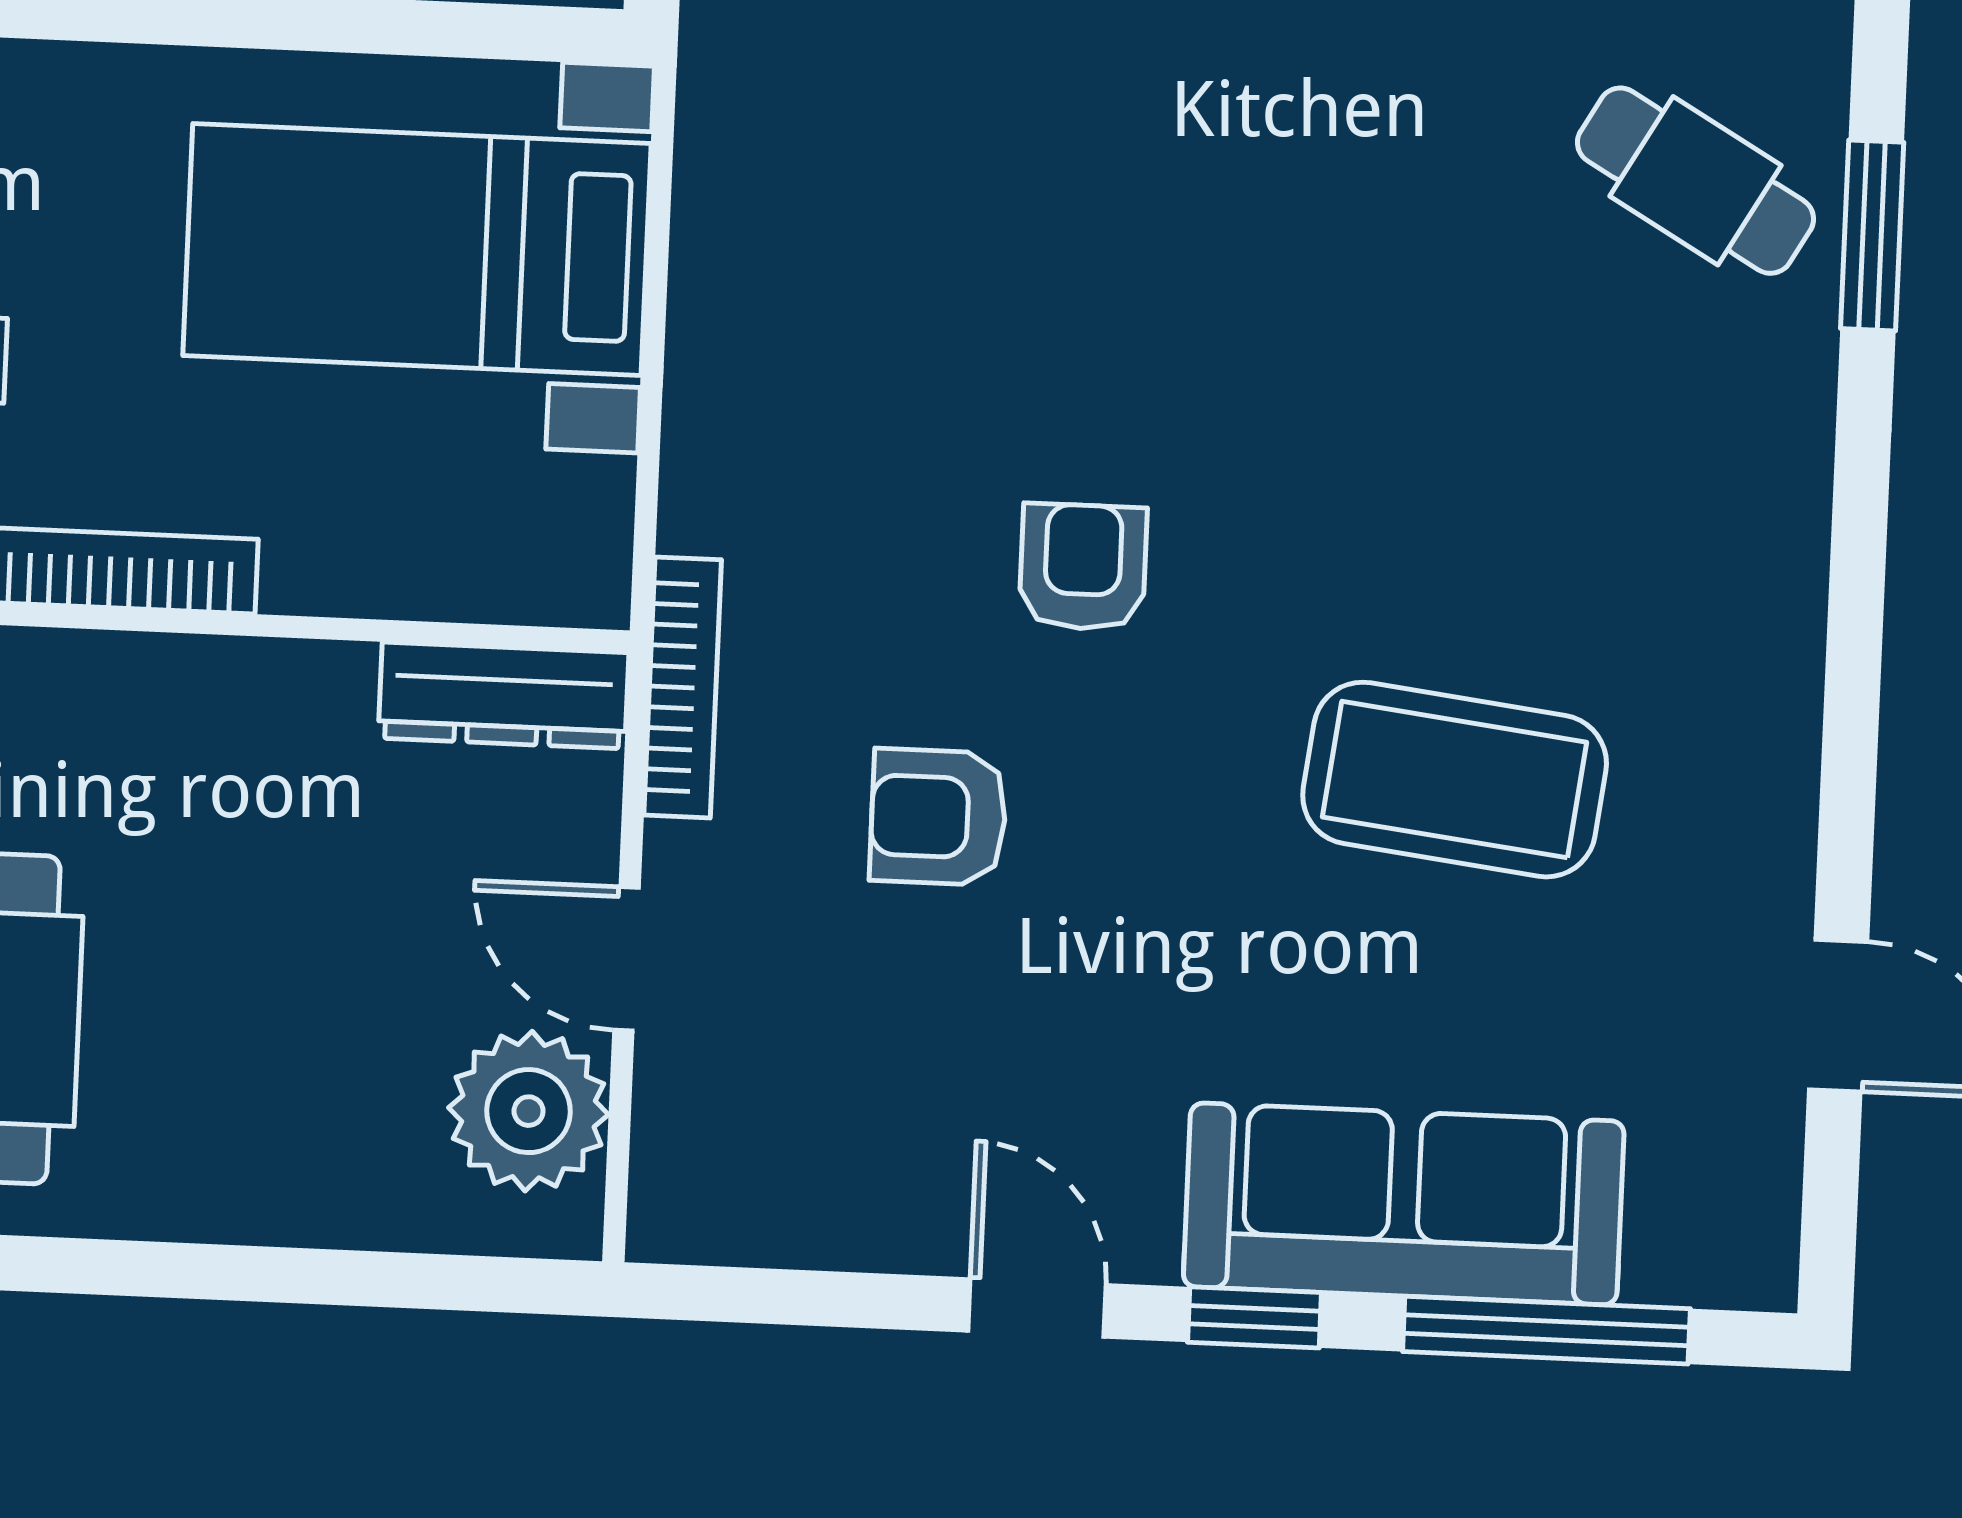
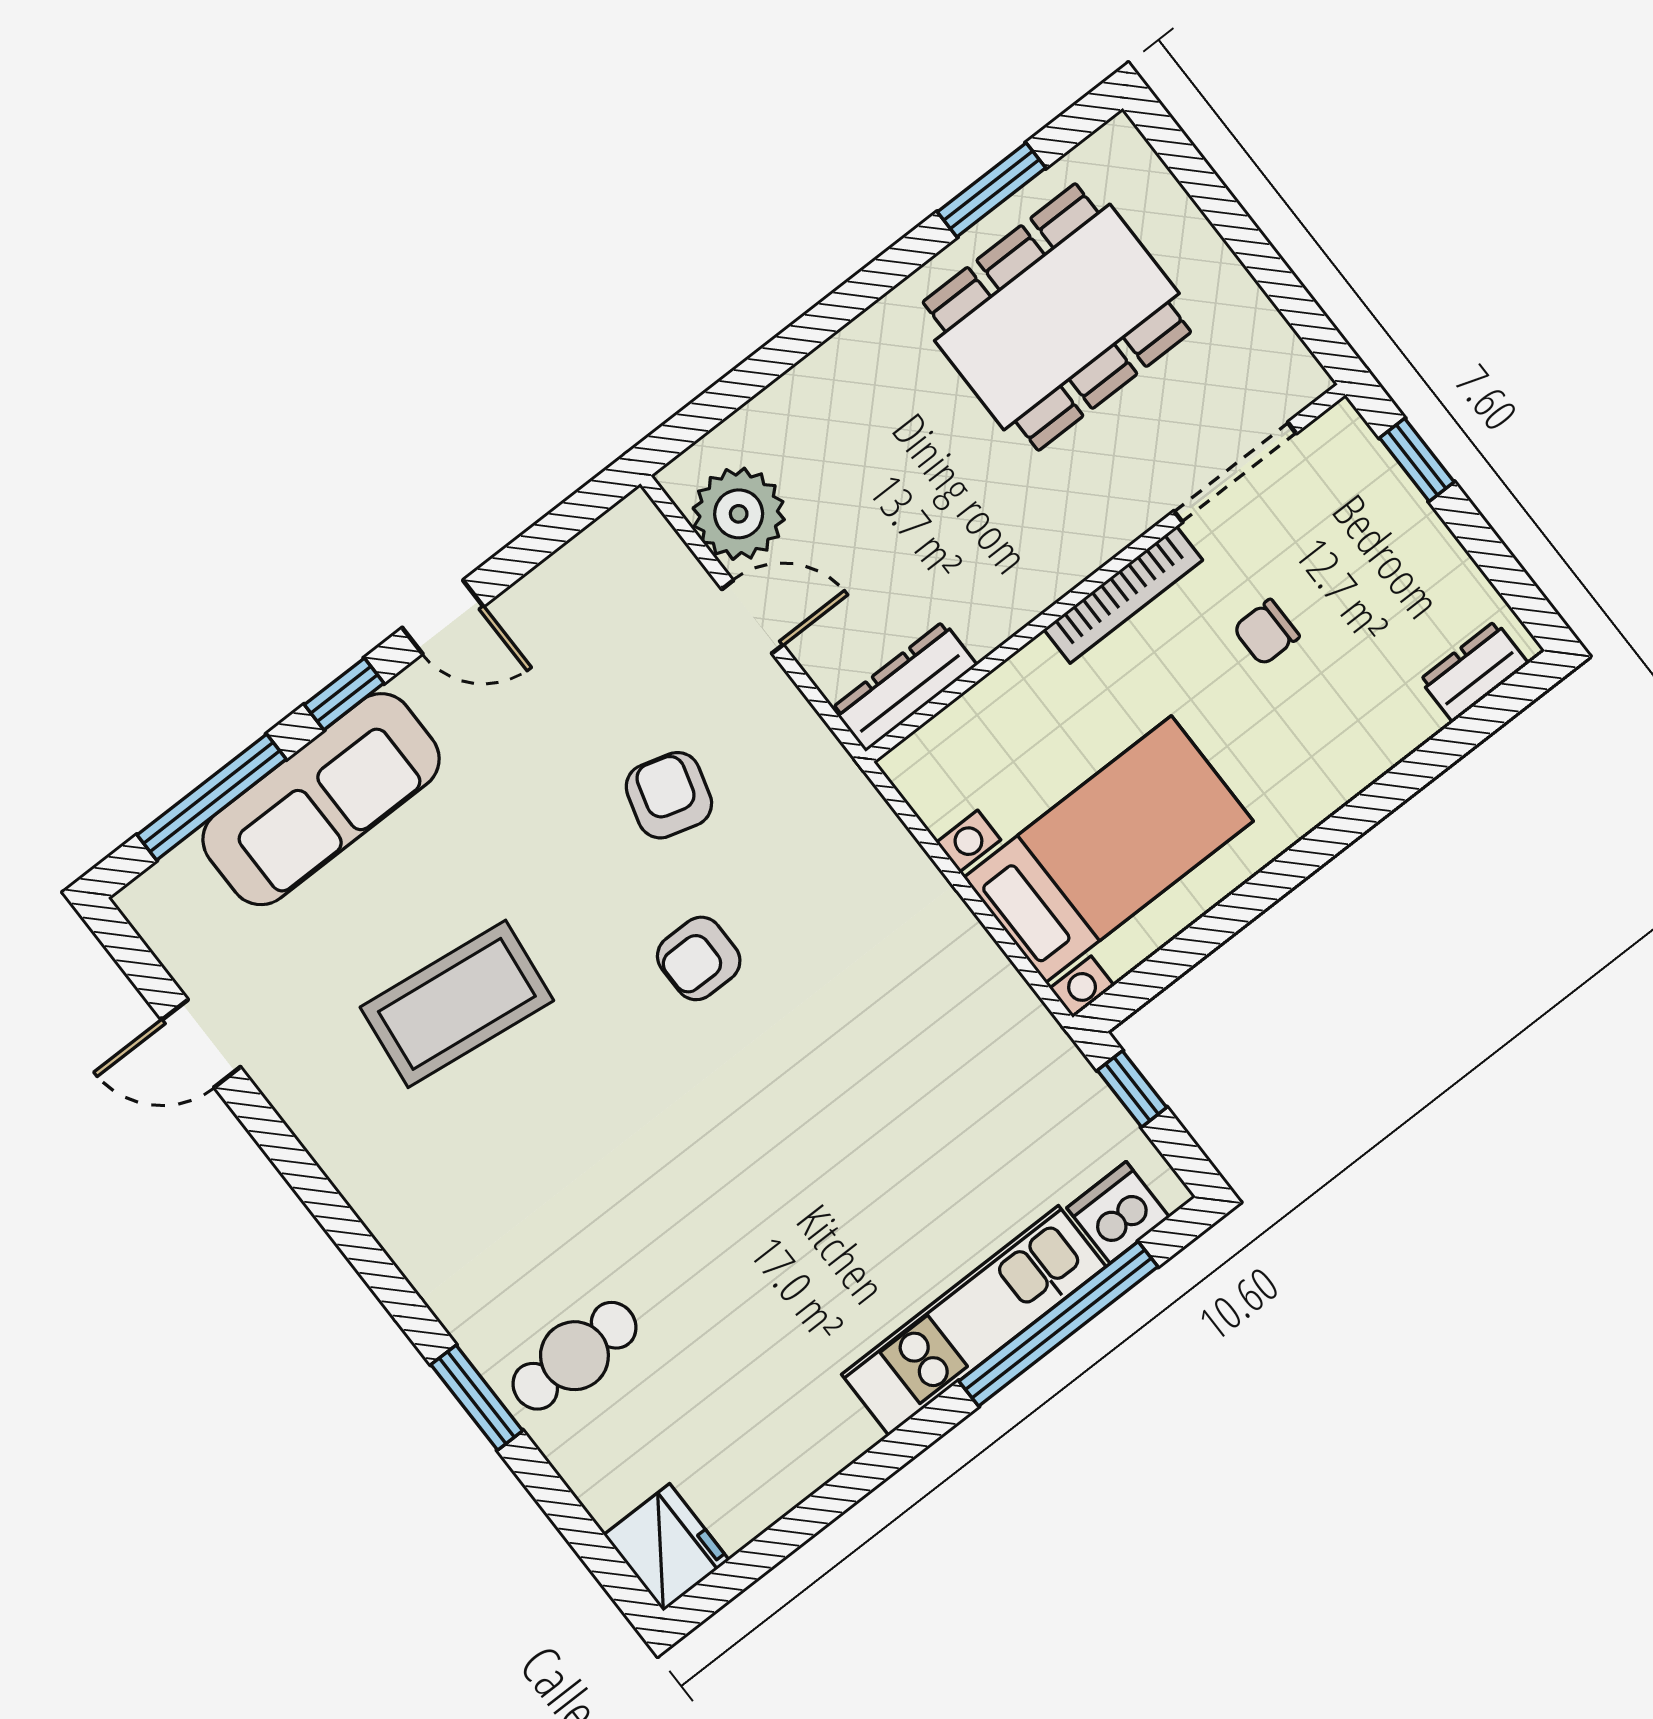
cafe table: (1695, 181) -> (574, 1356), turned -30
armchair: (1083, 567) -> (699, 958), turned 90
bookcase: (683, 687) -> (829, 757), removed
armchair: (938, 817) -> (669, 795), turned -74

